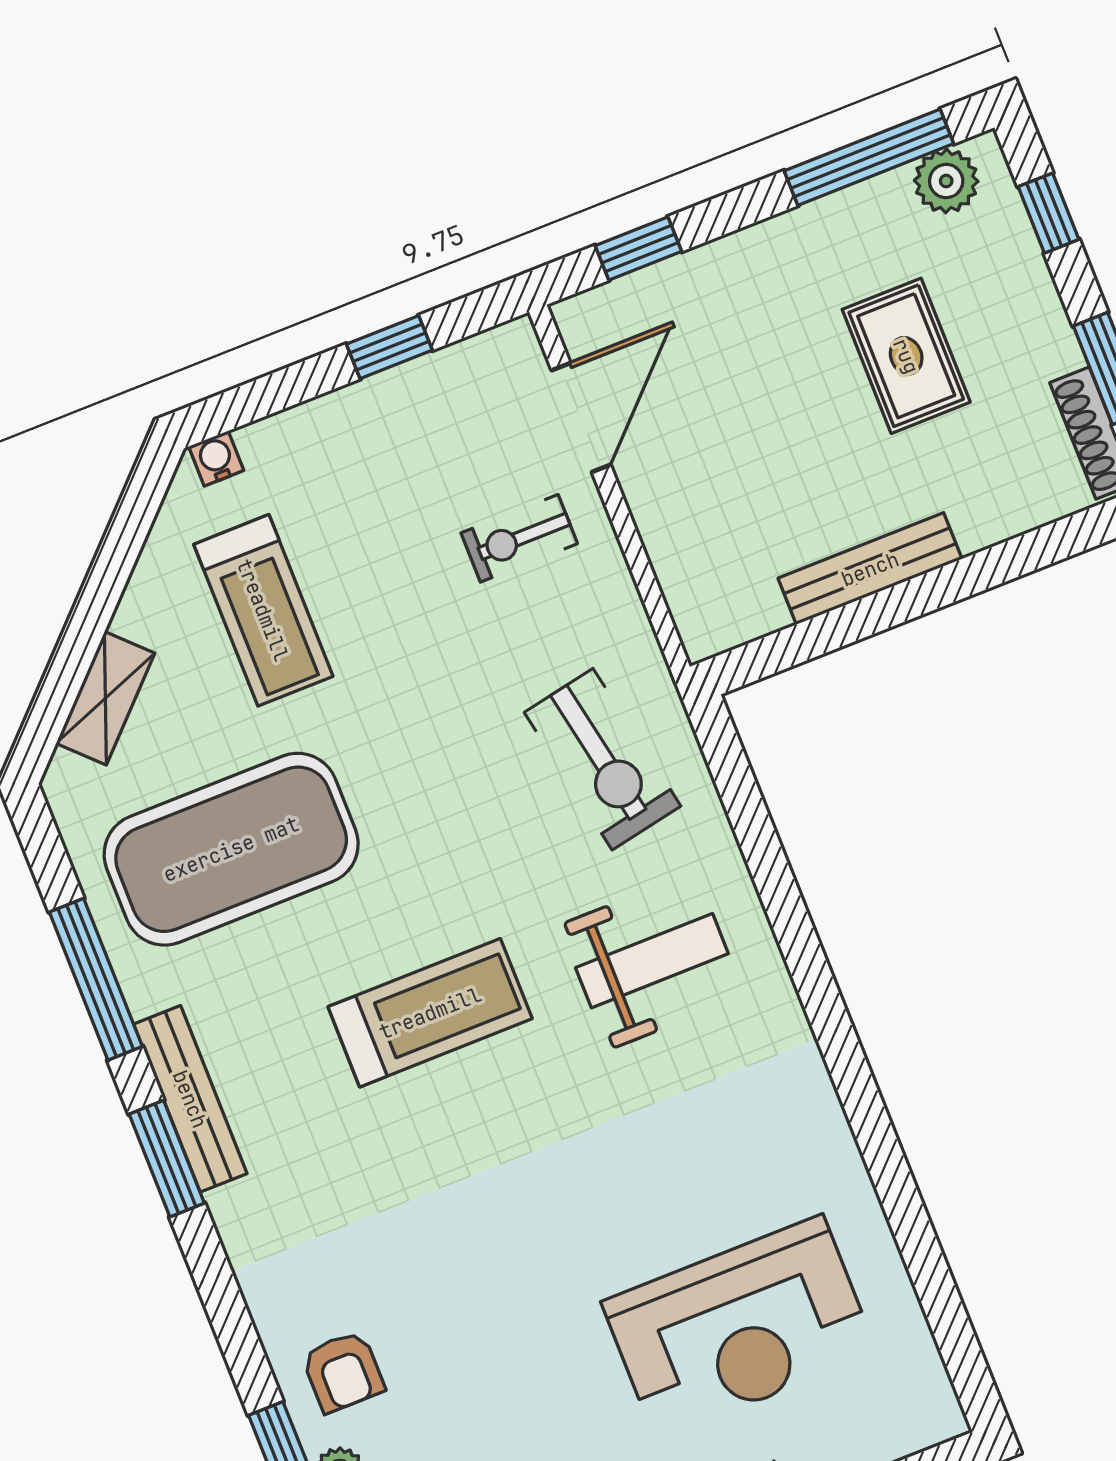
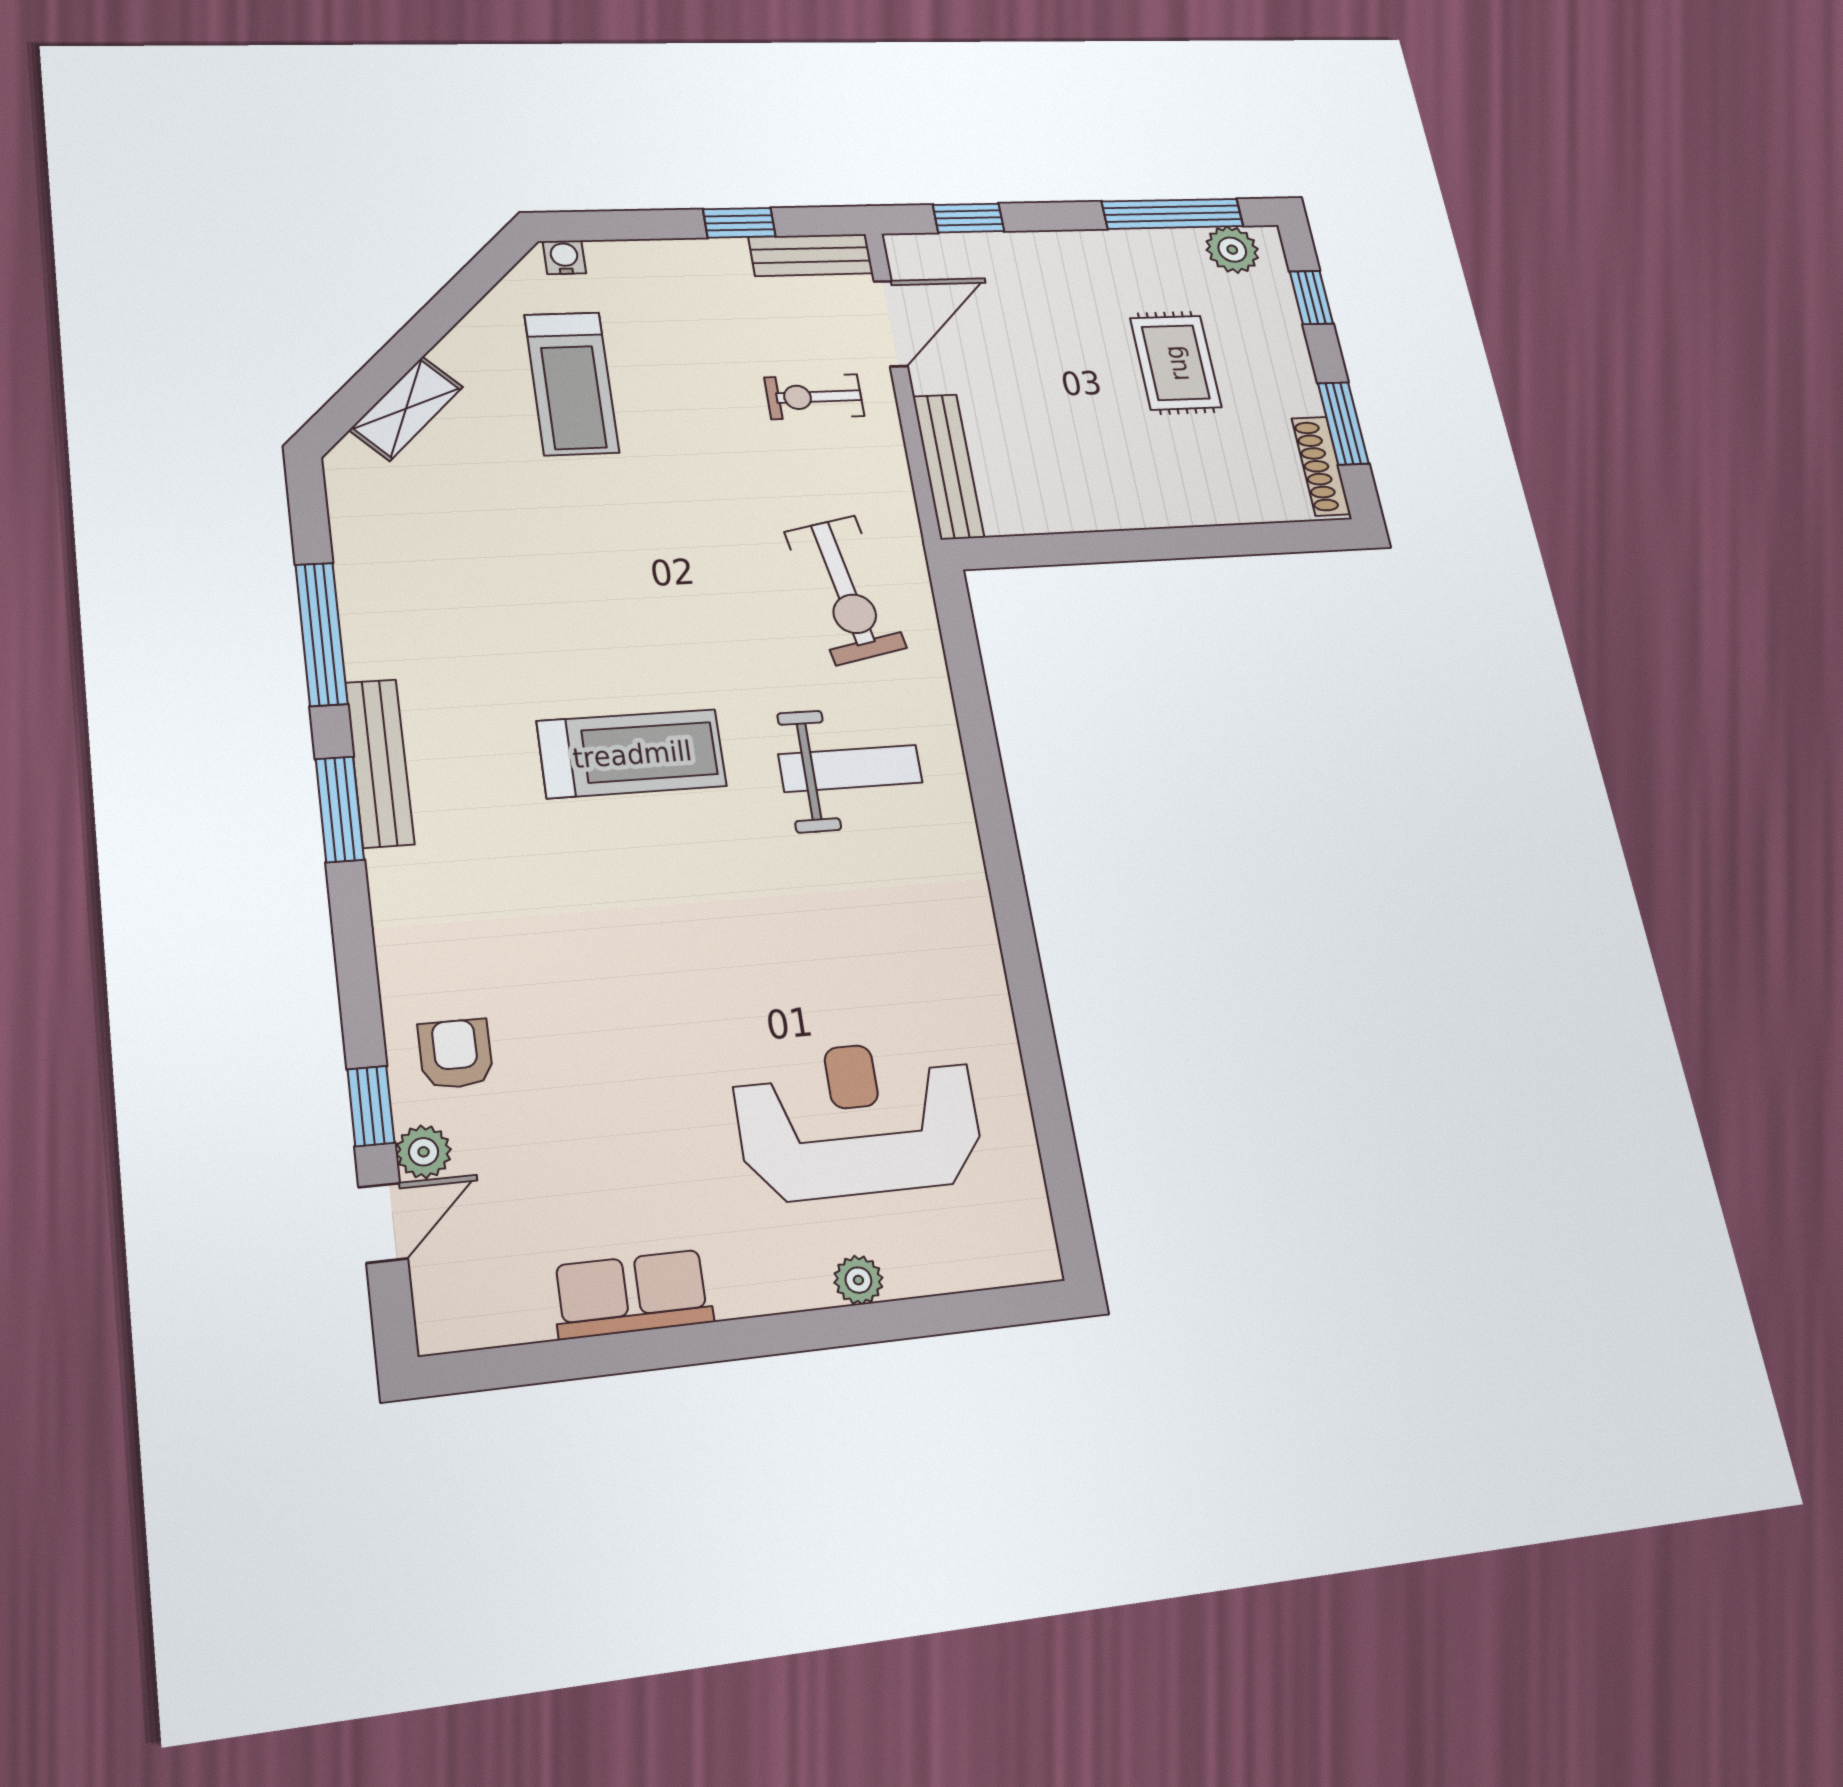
bench: (476, 361) -> (811, 255), added
bench: (870, 569) -> (948, 466), moved, turned 90
exercise mat: (231, 849) -> (484, 563), removed
reception desk: (739, 1327) -> (858, 1119), turned 180
armchair: (343, 1372) -> (455, 1054), turned 180

